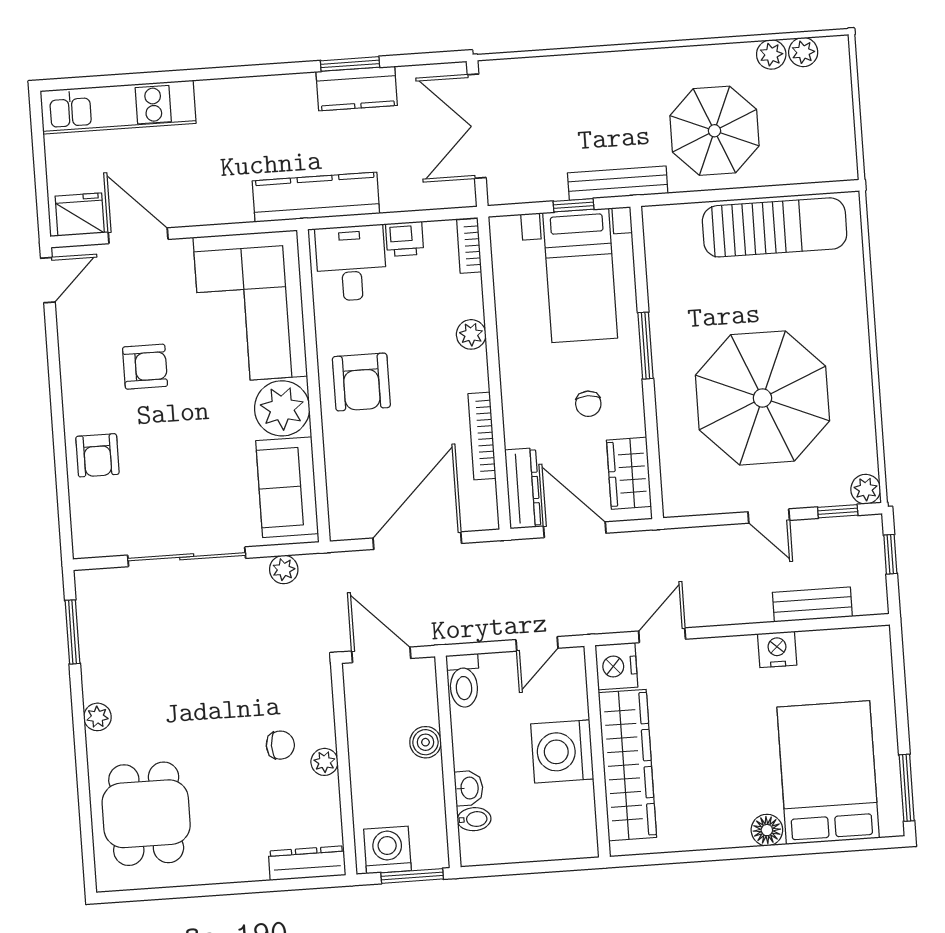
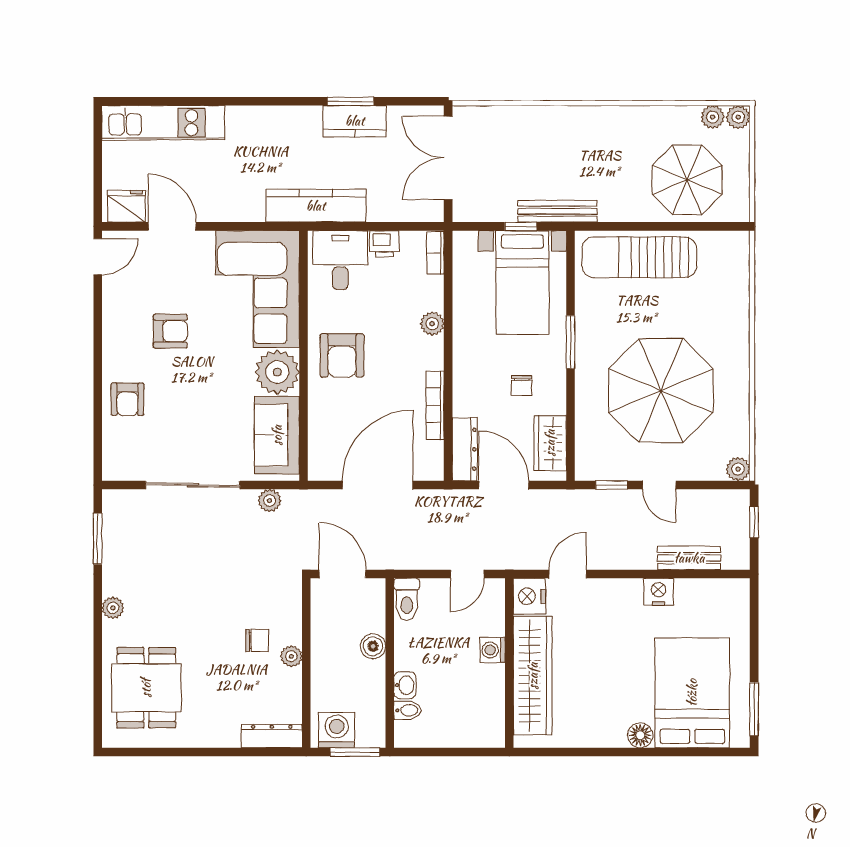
plant: (771, 54) -> (738, 117), moved
parasol: (714, 131) -> (687, 180), moved
sun lounger: (775, 227) -> (639, 257), moved, turned 180
window: (838, 511) -> (612, 485), moved
washing machine: (562, 751) -> (493, 650), width x0.53, depth x0.53

